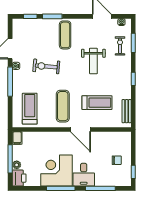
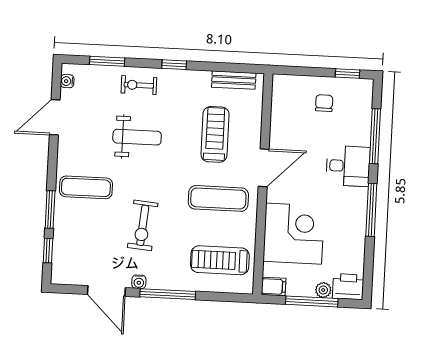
exercise bike: (120, 46) -> (139, 85), moved
corner desk: (56, 171) -> (294, 234), moved, turned 180

